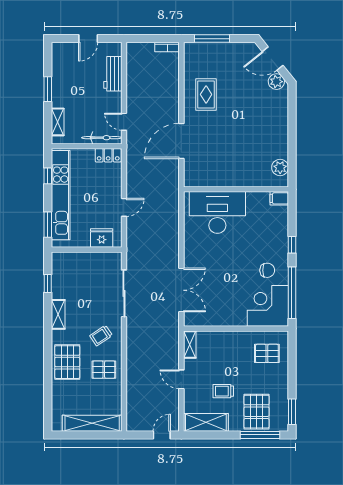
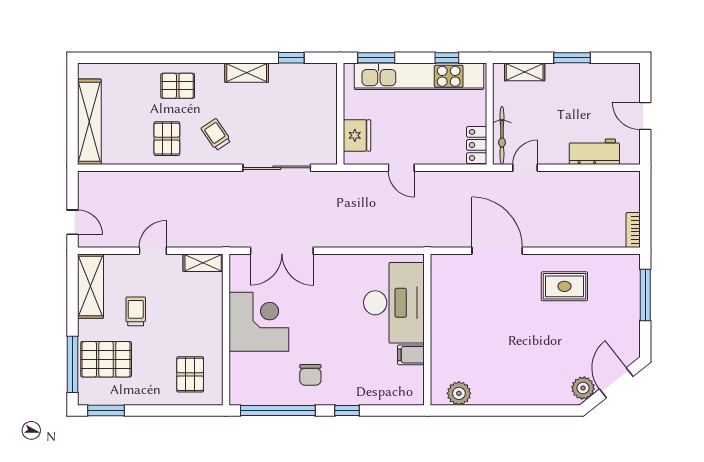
filing cabinet: (279, 198) -> (411, 355), moved, turned -90
corner desk: (268, 306) -> (259, 322), moved
pallet: (67, 362) -> (178, 86), width x0.67, depth x0.71

